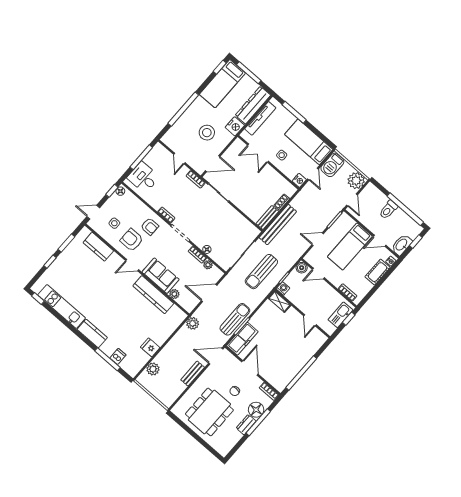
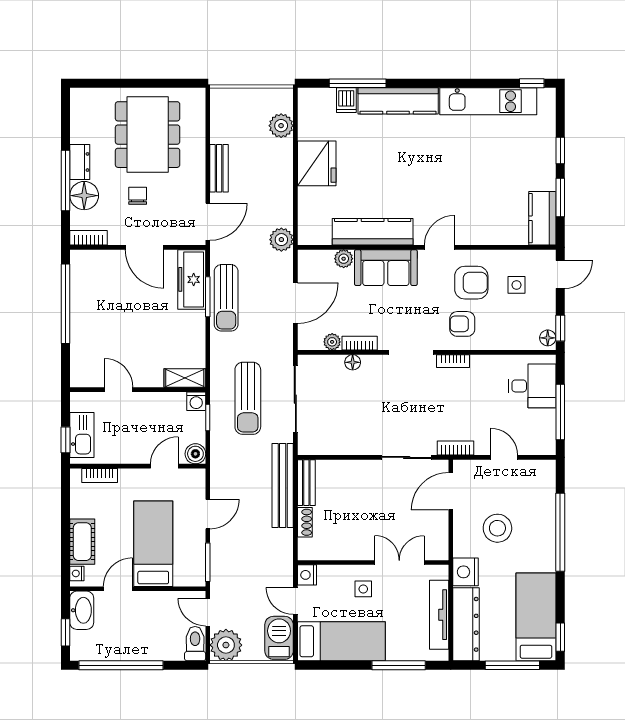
toilet: (388, 210) -> (195, 644), moved
kitchen counter: (98, 247) -> (542, 218), moved, turned -90
sun lounger: (261, 272) -> (248, 398), turned 180
kitchen counter: (92, 333) -> (398, 101), width x1.50
fridge: (150, 347) -> (317, 163), width x1.88, depth x1.34

